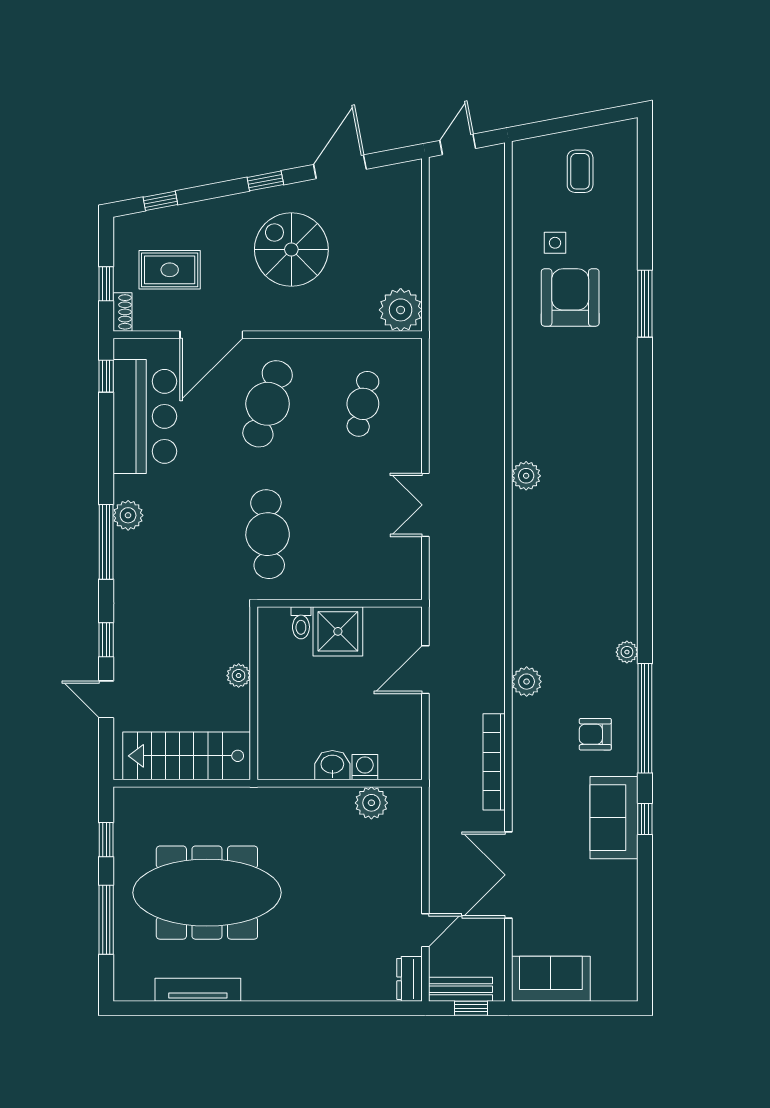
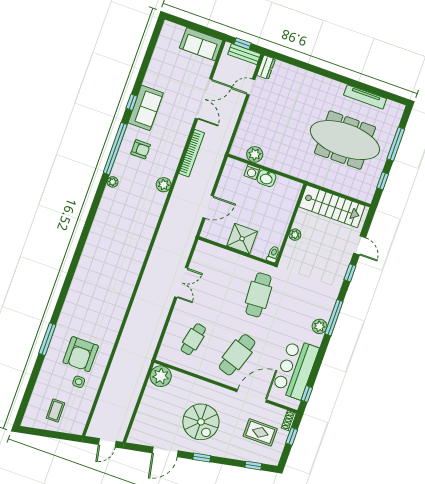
plant: (526, 476) -> (130, 279), removed
toilet: (301, 623) -> (273, 254), moved

